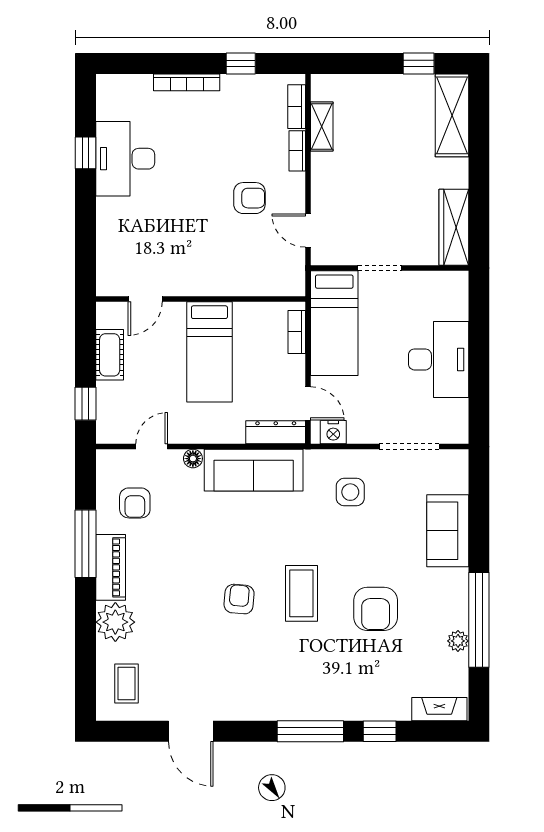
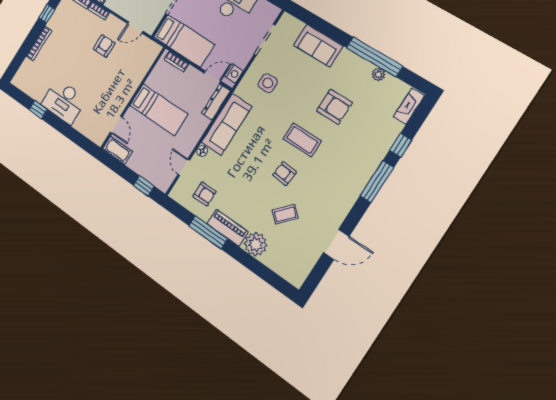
desk: (125, 159) -> (64, 101), moved
cot: (110, 355) -> (118, 150), moved
coffee table: (126, 684) -> (285, 214), moved, turned -48

